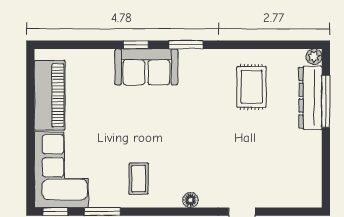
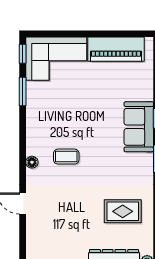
coffee table: (139, 179) -> (66, 157), moved

